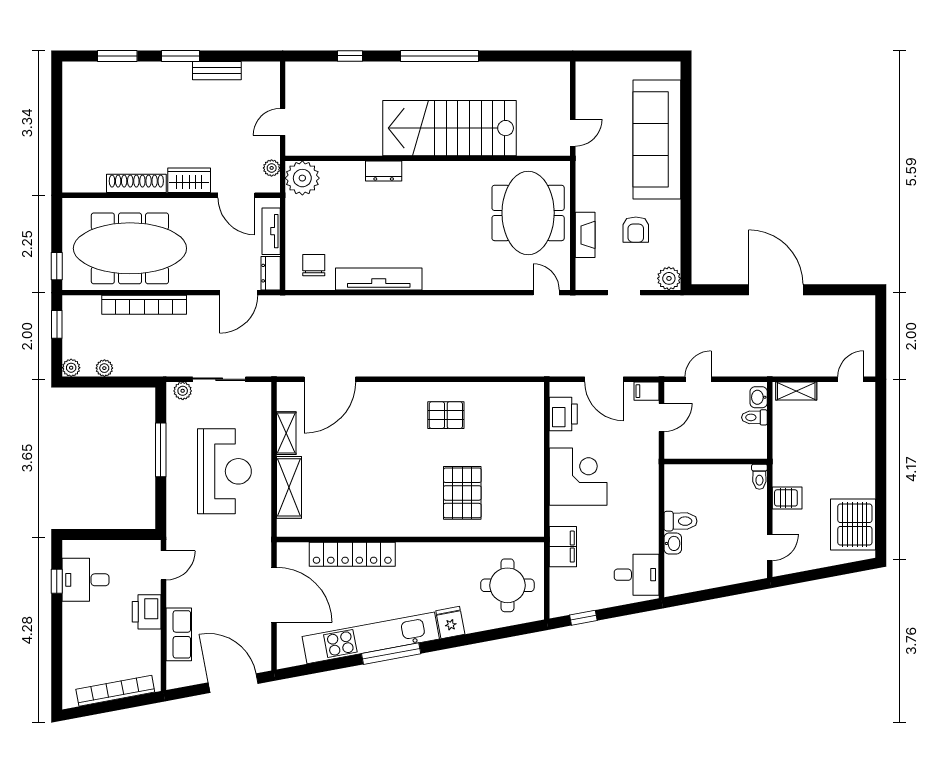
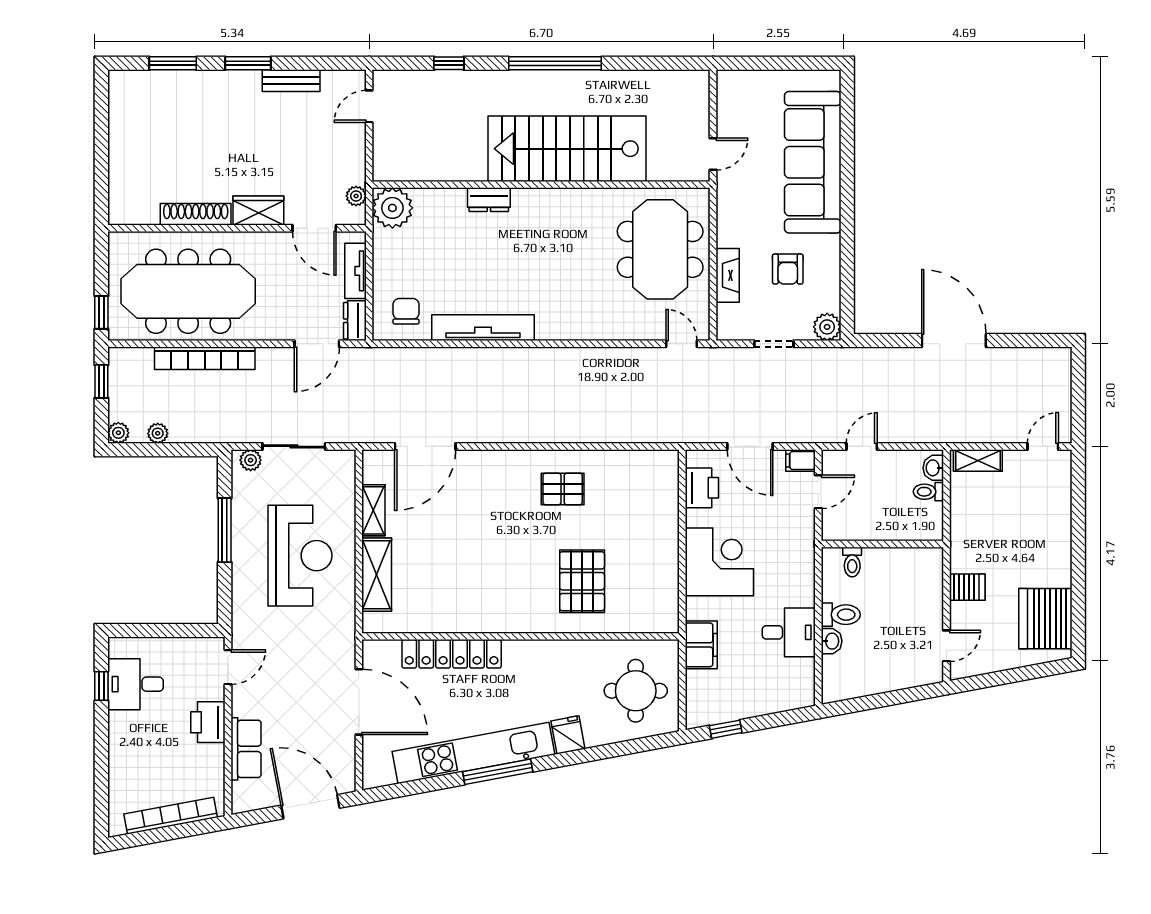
door: (283, 122) -> (369, 106), moved
toilet: (759, 477) -> (852, 562), moved
desk: (637, 575) -> (789, 632), moved

